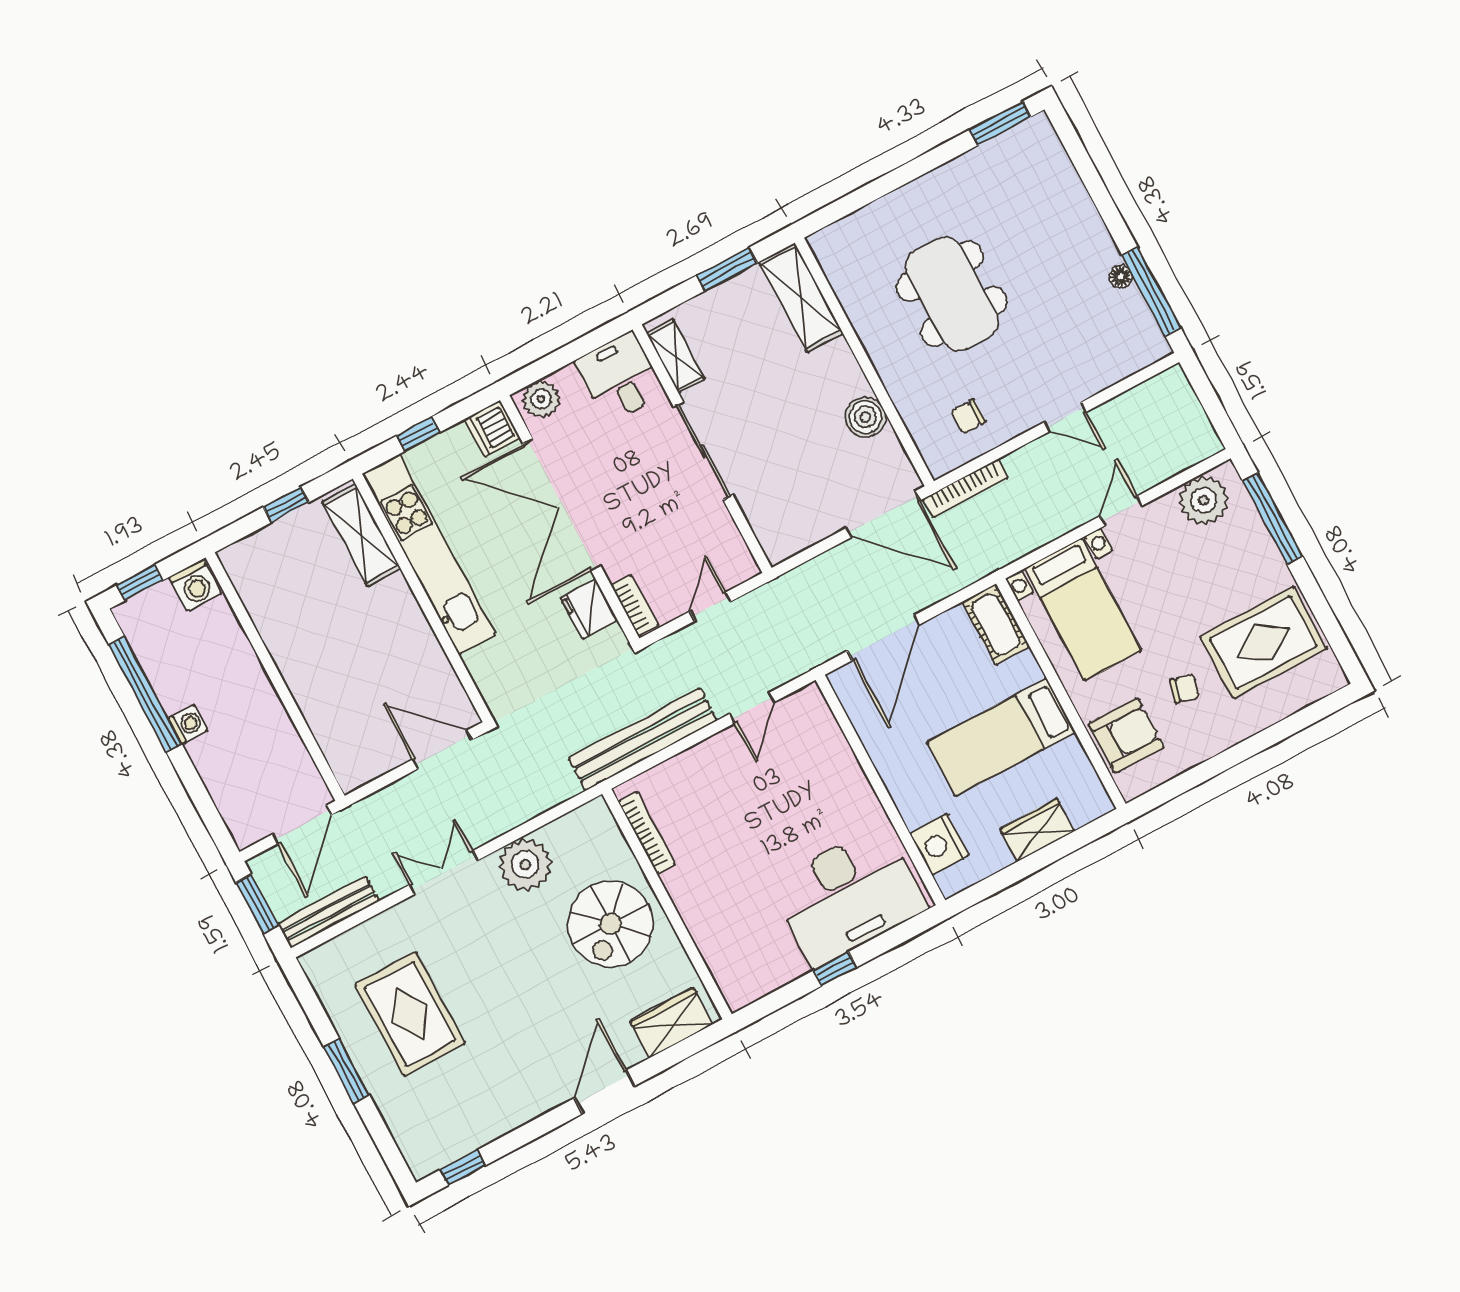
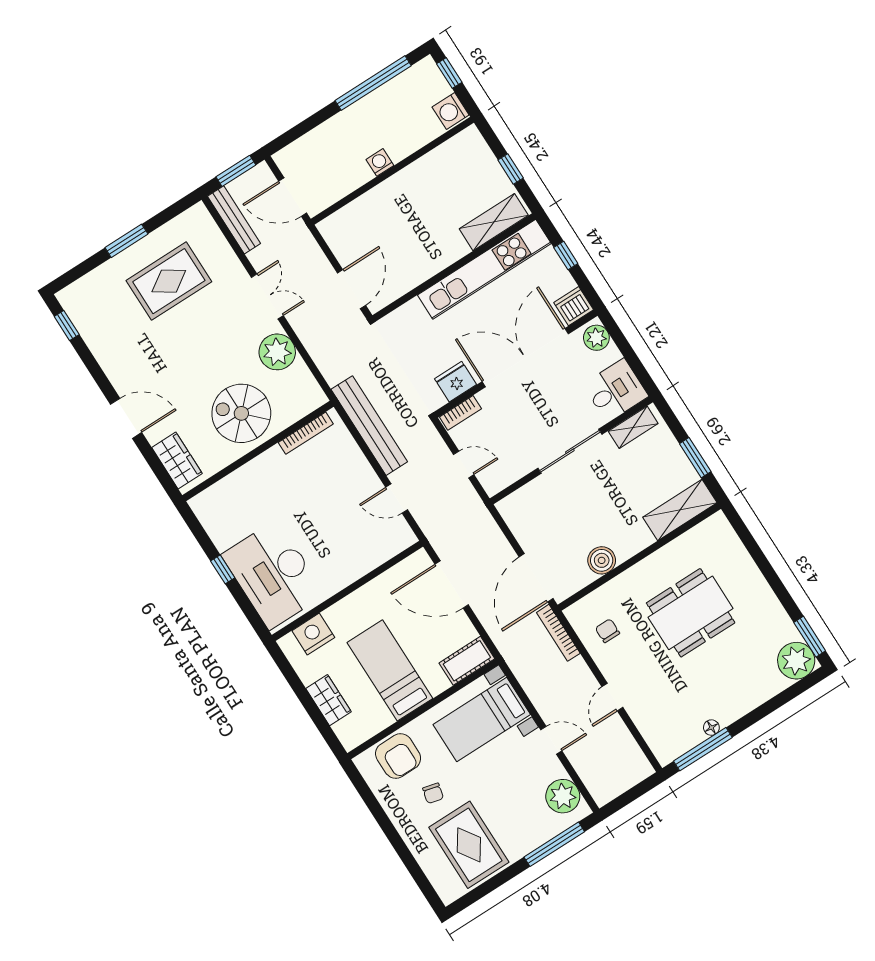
plant: (1033, 146) -> (796, 661), added
washing machine: (188, 725) -> (380, 162), moved, turned 180

